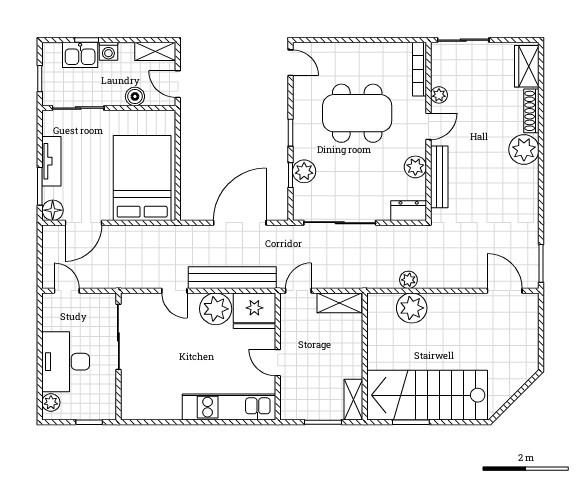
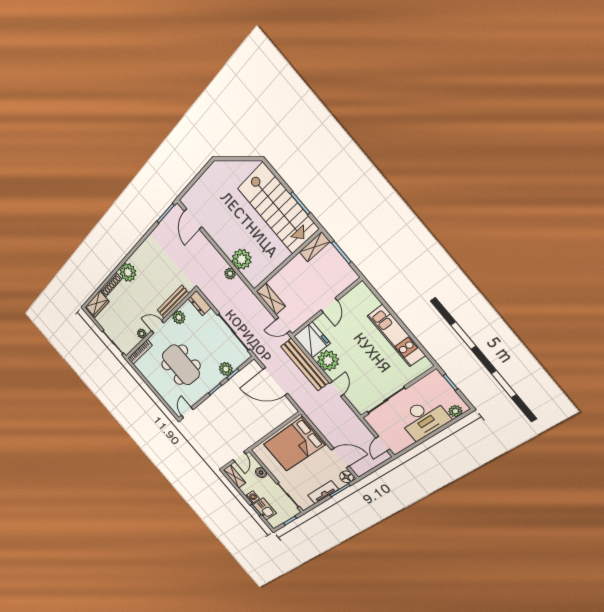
kitchen unit: (229, 407) -> (396, 336), moved

